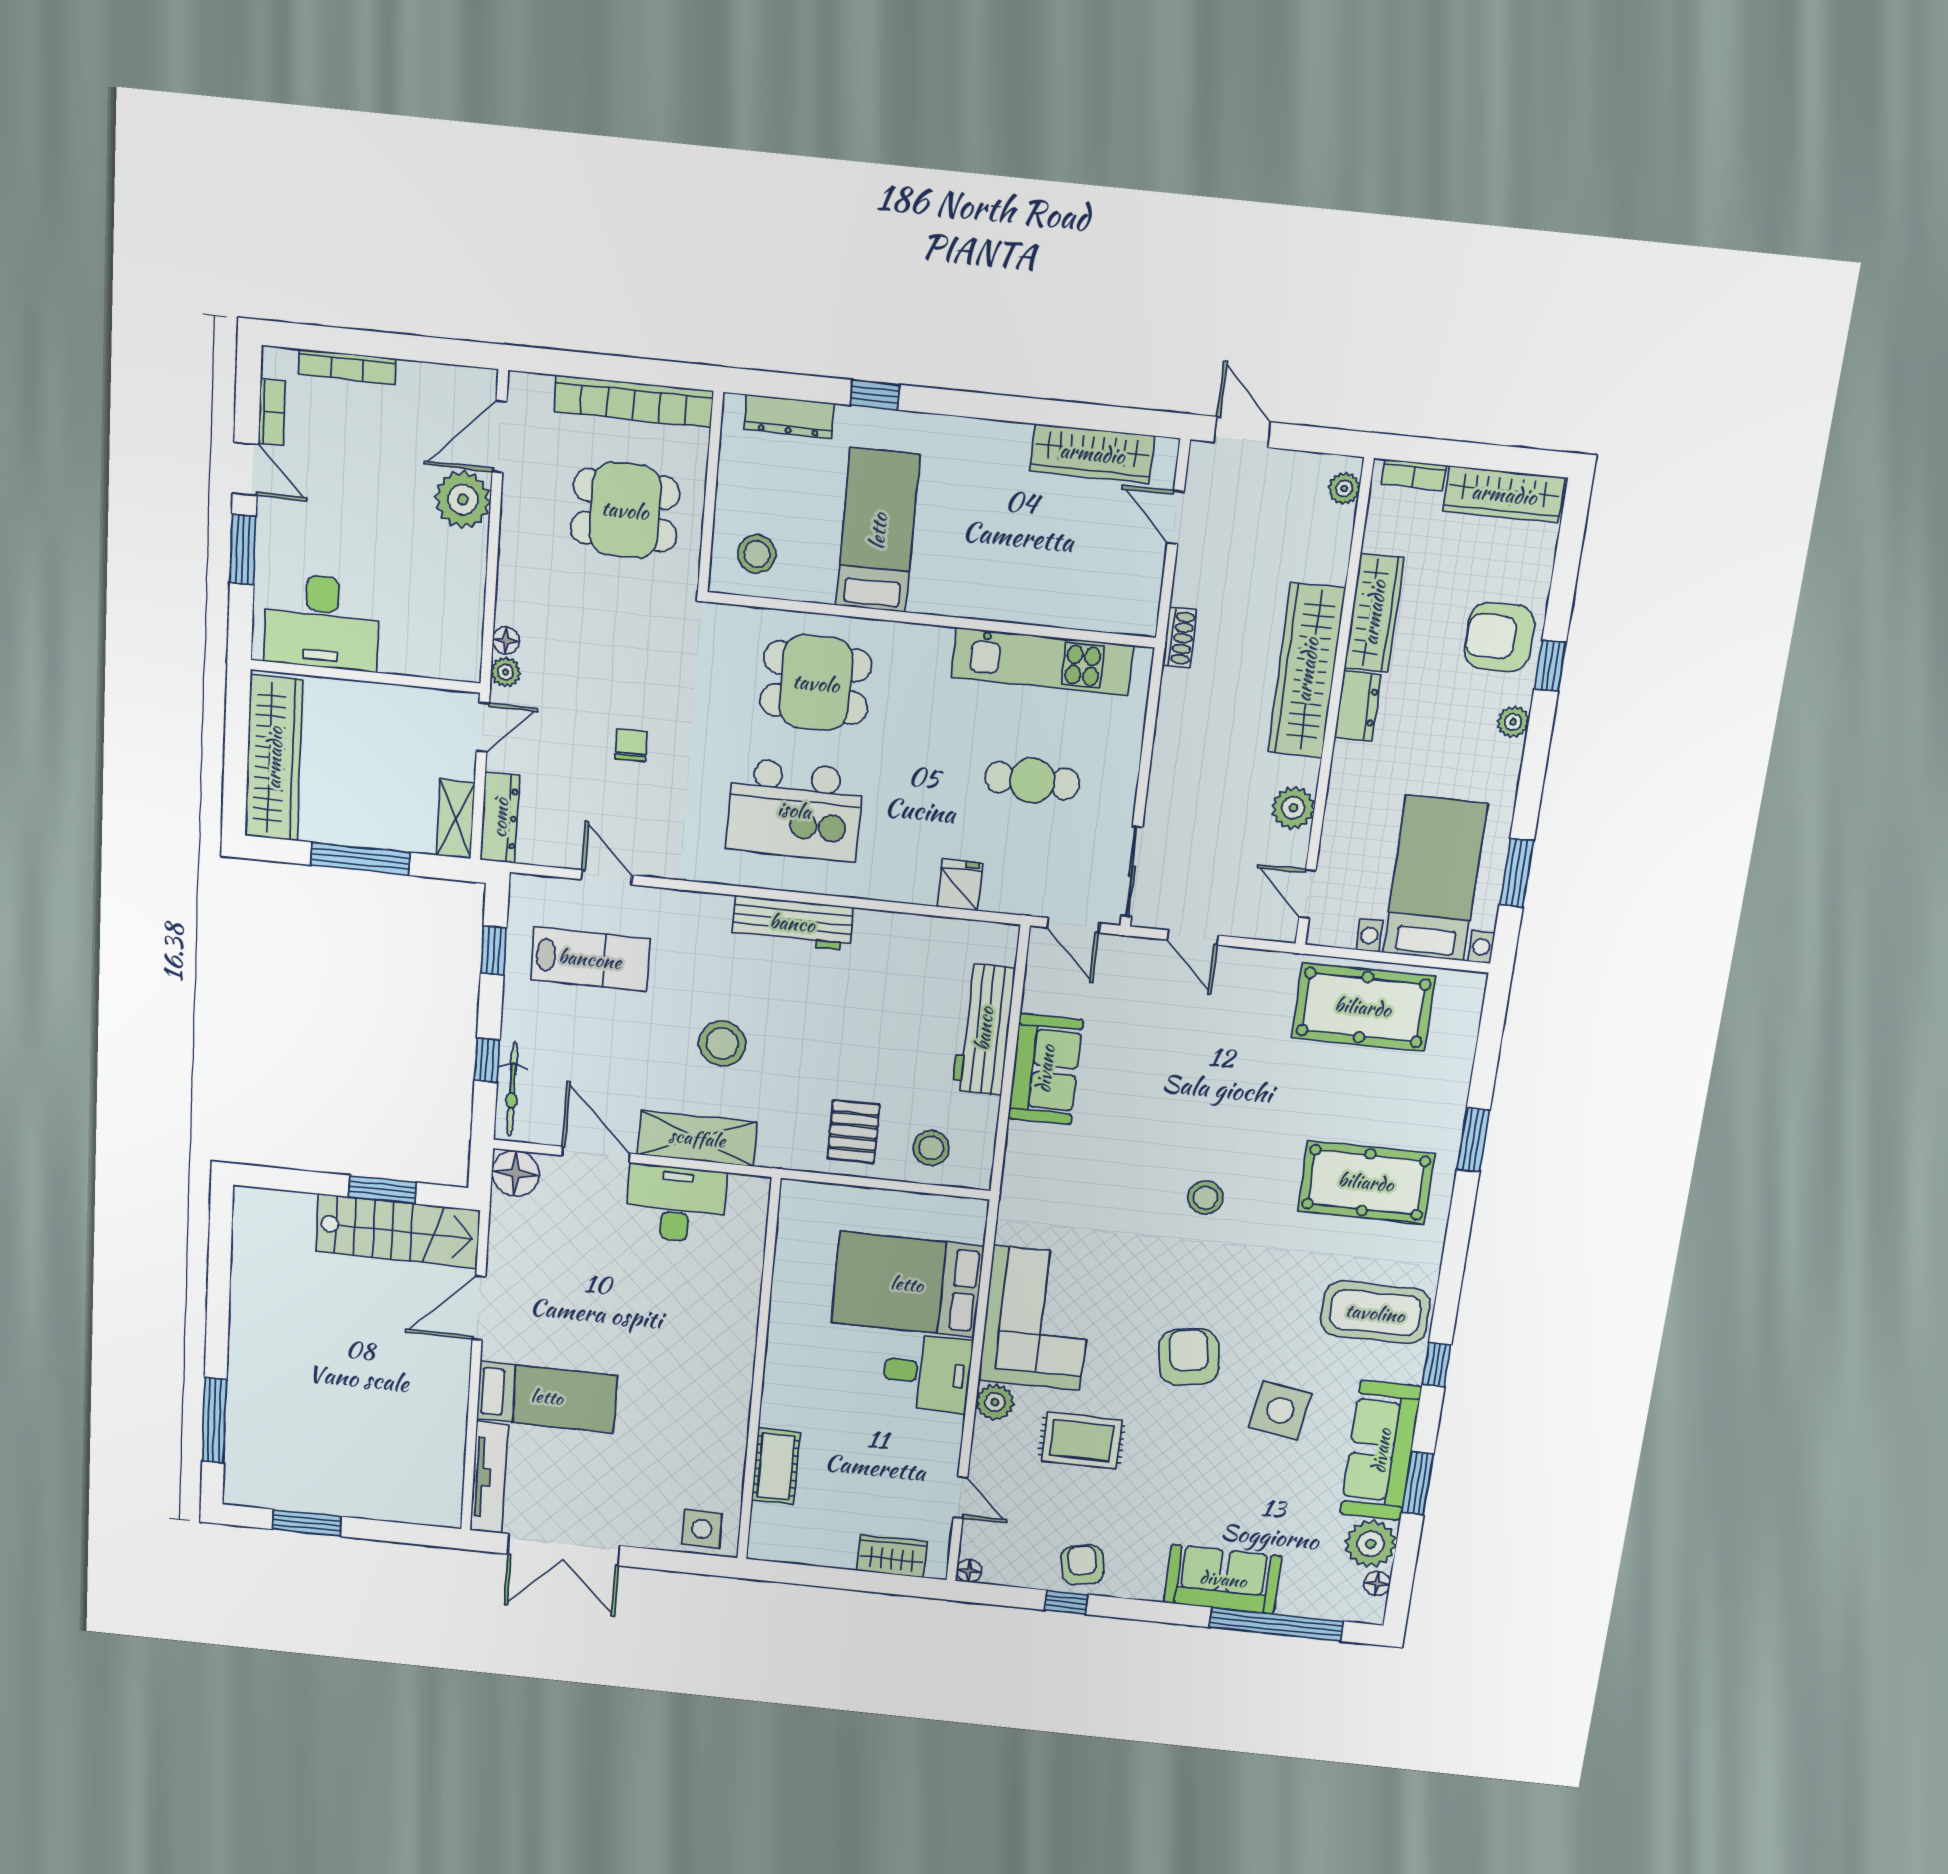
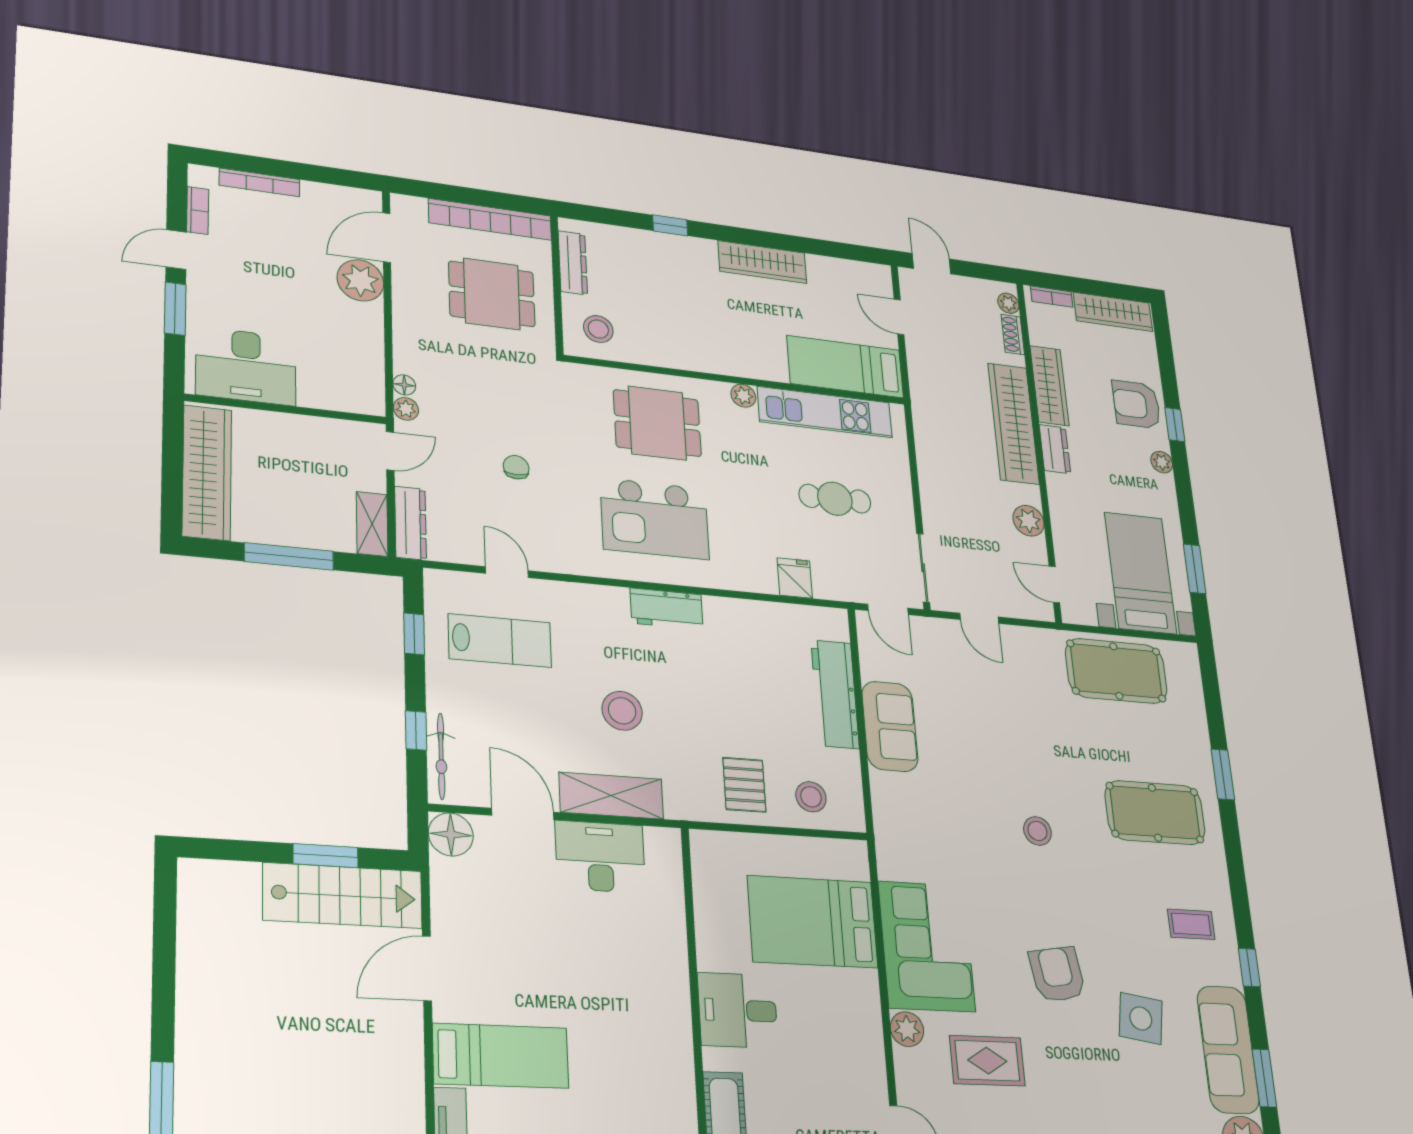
dresser: (789, 416) -> (573, 263), moved, turned -90
wardrobe: (1092, 453) -> (762, 262), moved
door: (245, 469) -> (176, 250), swing flipped
bed: (878, 531) -> (845, 367), moved, turned -90
shoe rack: (1179, 638) -> (1013, 335), moved, turned 180
plant: (935, 641) -> (743, 396), added
workbench: (792, 923) -> (667, 609), width x0.73
coffee table: (1375, 1313) -> (1191, 924), width x0.54, depth x0.58
desk: (927, 1373) -> (738, 1010), moved, turned 180

